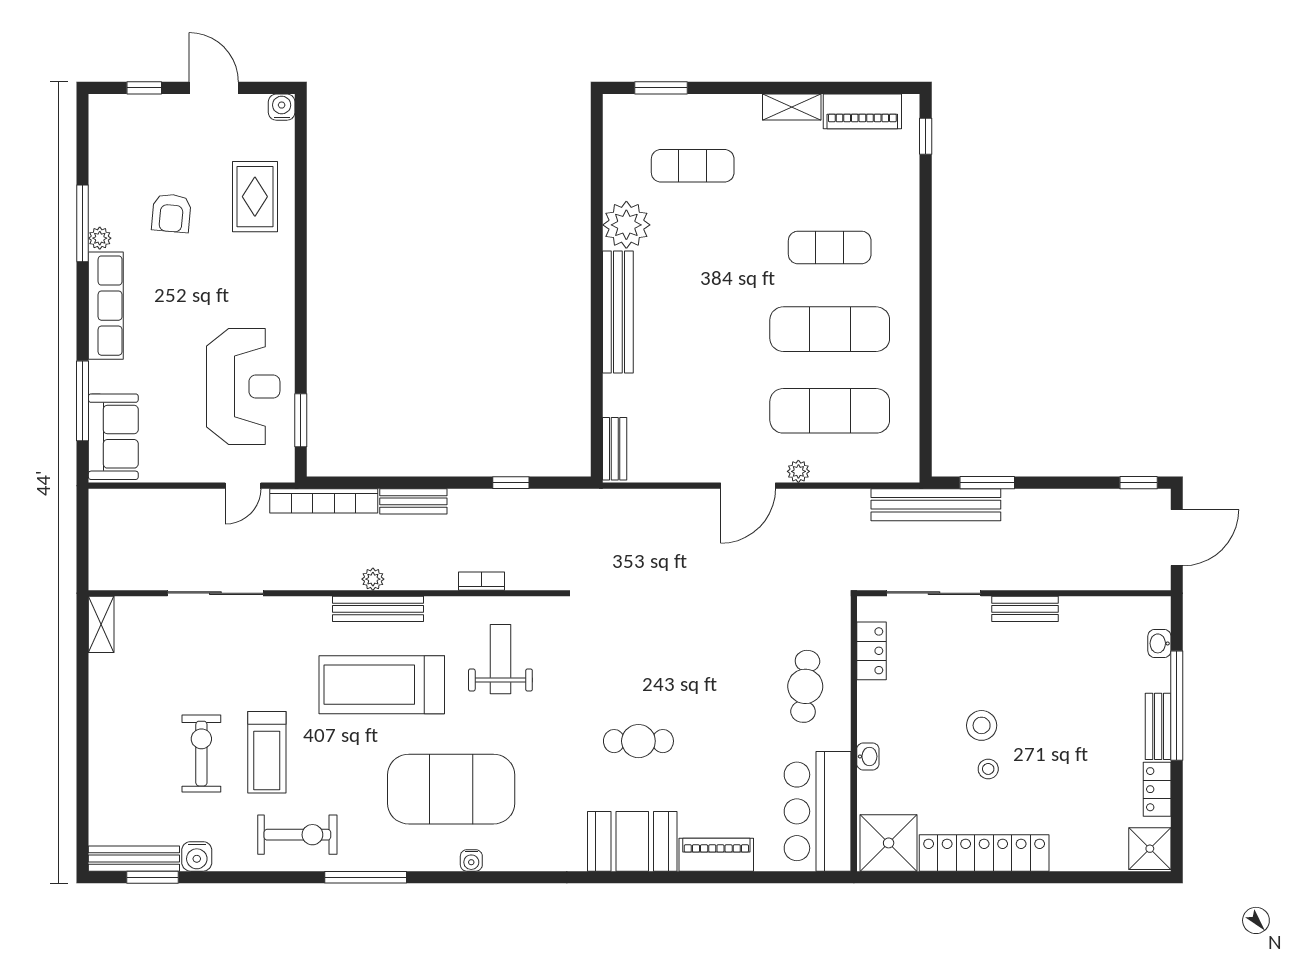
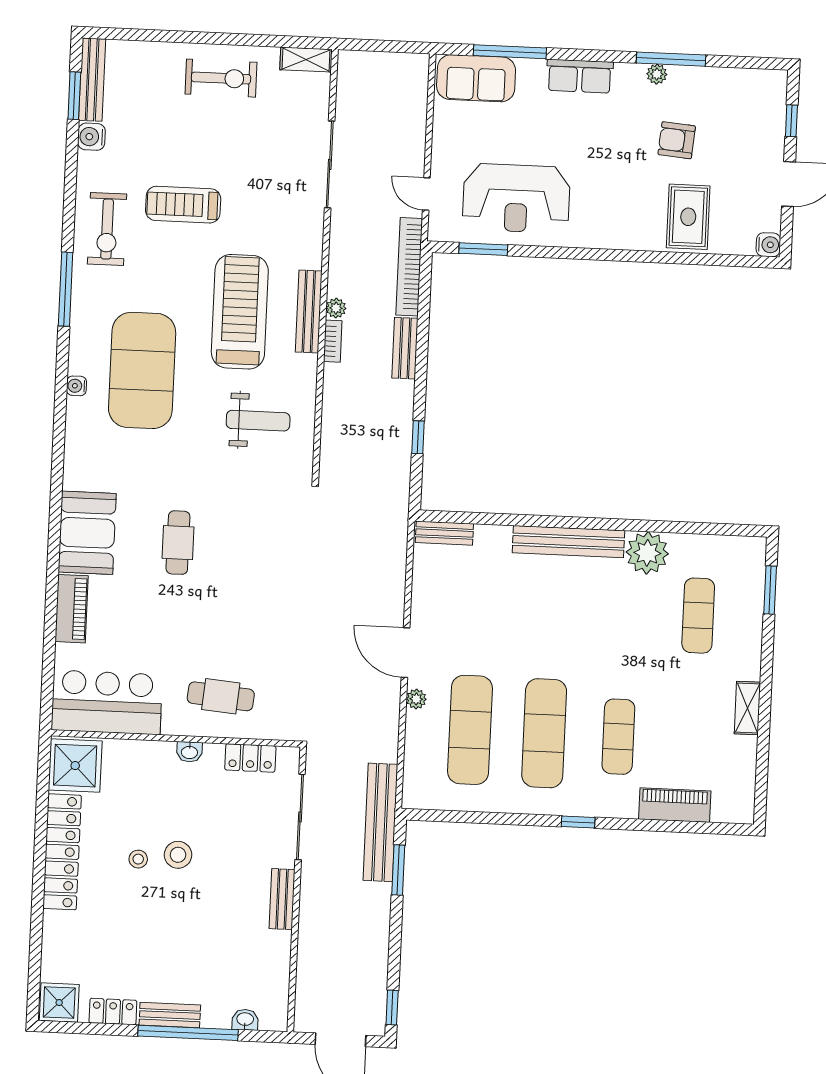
piano: (862, 111) -> (675, 805), moved, turned 90
window: (926, 136) -> (578, 822), moved
rug: (255, 197) -> (688, 217), turned 90
row of seats: (106, 306) -> (580, 76), width x0.68
bookcase: (481, 581) -> (333, 341), moved
exercise bike: (201, 754) -> (221, 78), moved
washbasin: (868, 756) -> (189, 752), moved

